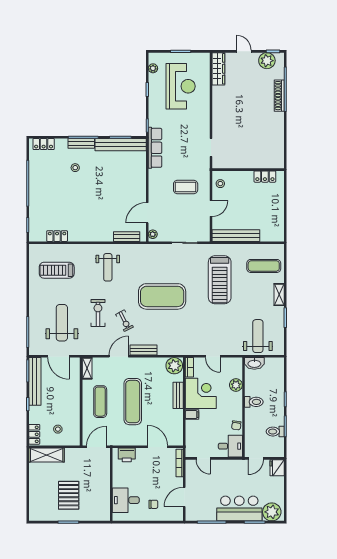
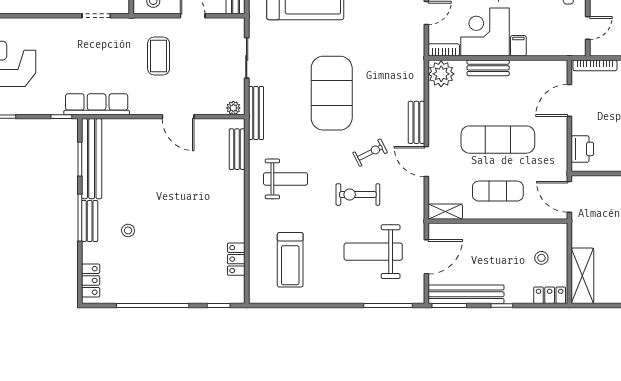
door: (147, 213) -> (178, 117), moved
bench: (149, 249) -> (256, 113), added

